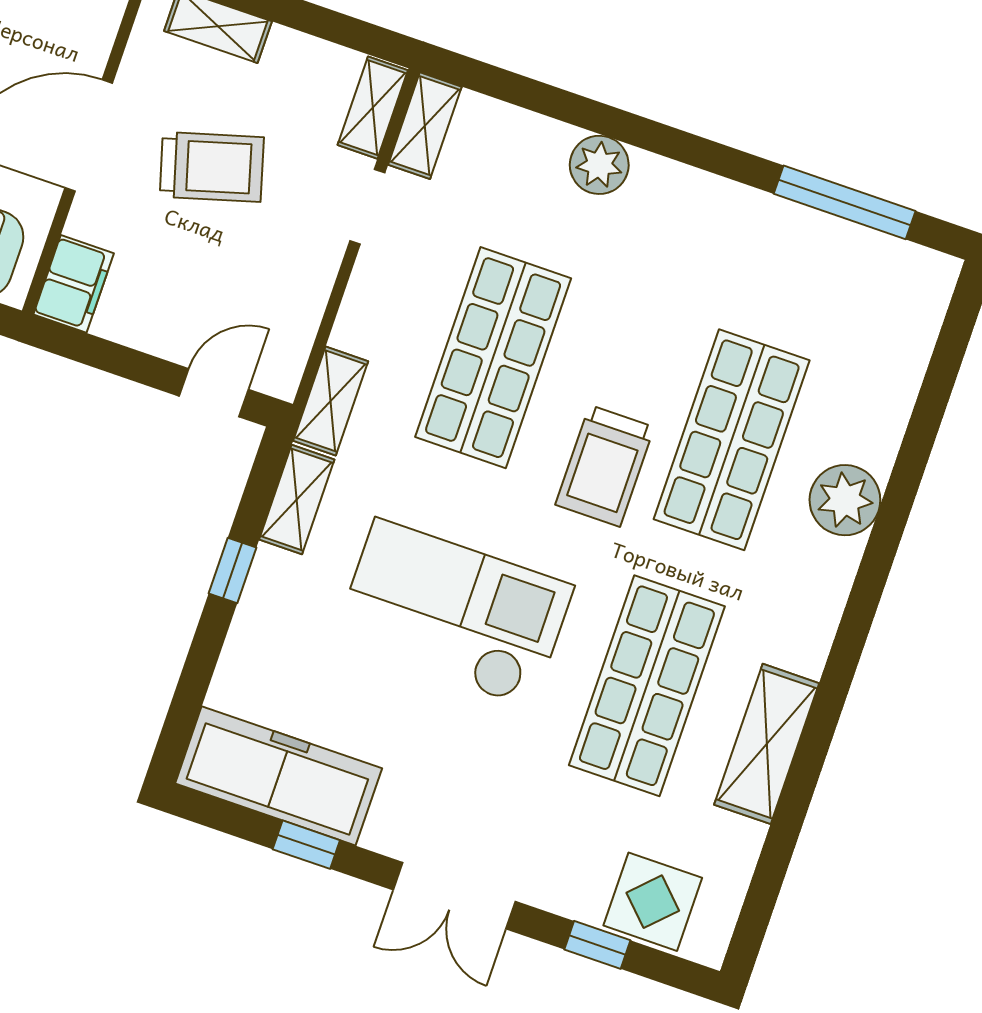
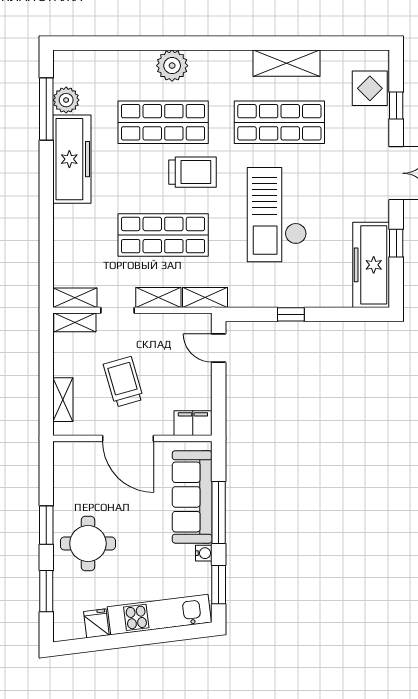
plant: (599, 165) -> (66, 100), moved
freezer: (720, 220) -> (72, 159), added
shelving: (297, 500) -> (158, 297), moved

